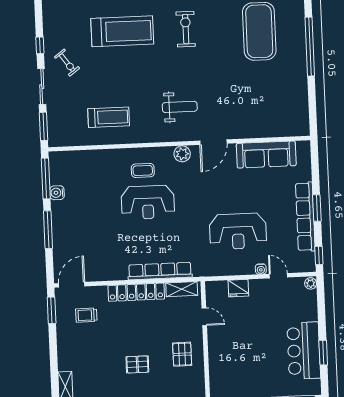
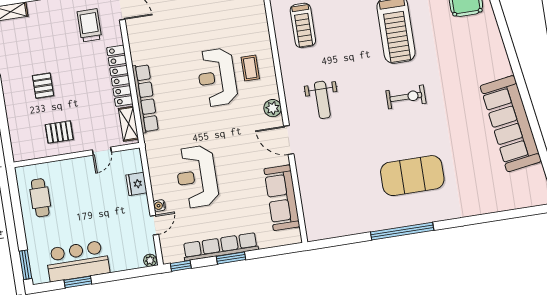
trolley: (86, 315) -> (89, 25), width x1.36, depth x1.39
cafe table: (241, 379) -> (40, 198), added

